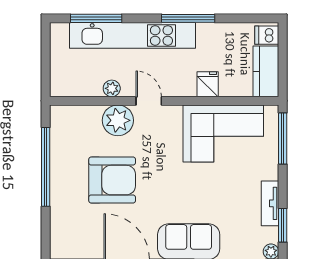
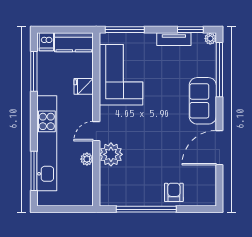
window: (188, 18) -> (34, 71), moved
armchair: (112, 180) -> (174, 192), moved, width x0.53, depth x0.53

